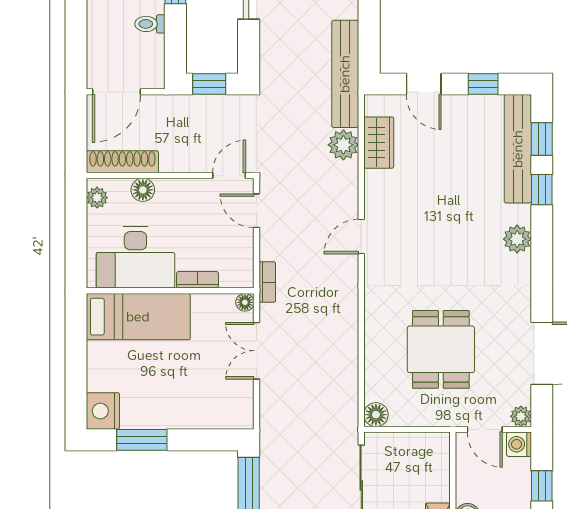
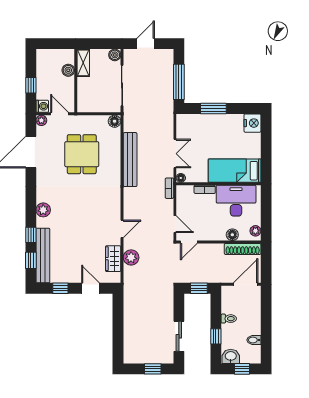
bench: (345, 74) -> (130, 160), moved
door: (361, 236) -> (122, 229), moved
window: (142, 440) -> (213, 108), moved

